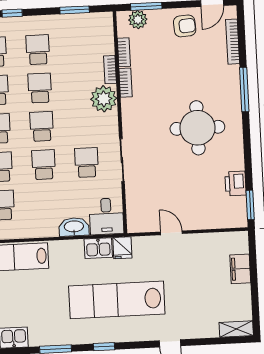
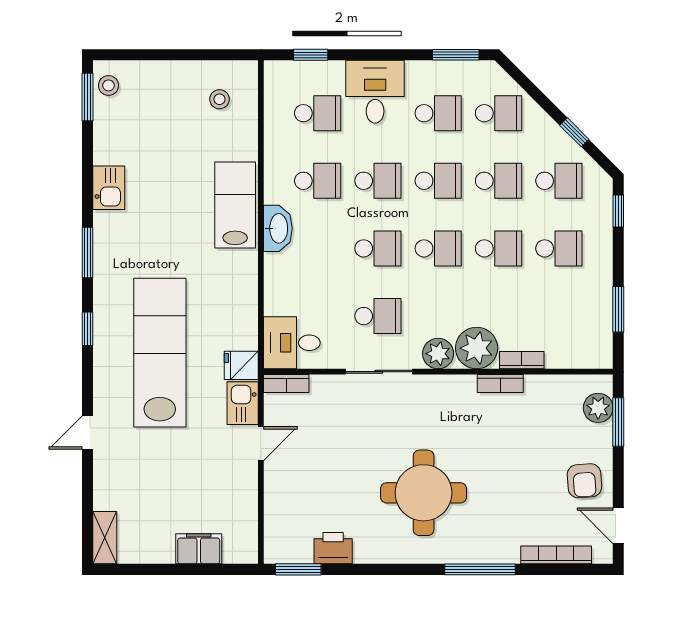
bookcase: (124, 52) -> (286, 383), moved
plant: (108, 123) -> (438, 354), added
washbasin: (74, 227) -> (278, 228), moved
kitchen sink: (98, 248) -> (243, 403), moved

